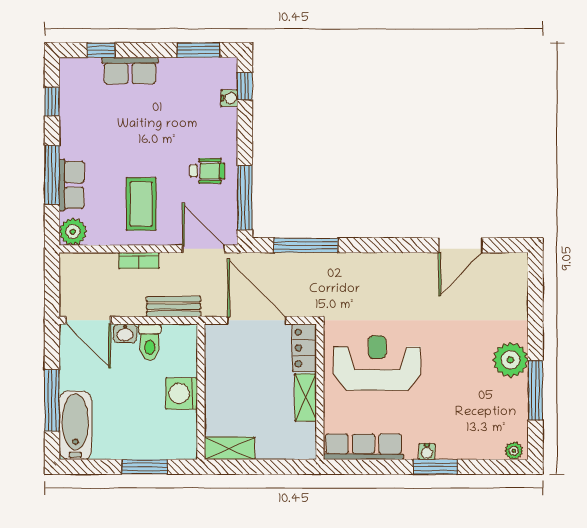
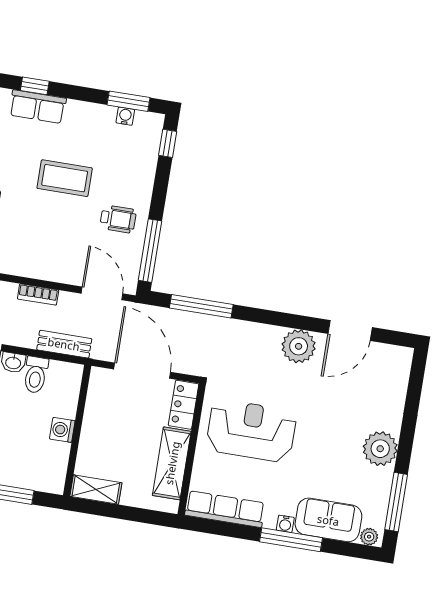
row of seats: (130, 71) -> (38, 107), moved
water cooler: (229, 98) -> (125, 116), moved, turned -90
coffee table: (141, 204) -> (65, 178), moved, turned 90
plant: (411, 270) -> (299, 346), added
window: (535, 390) -> (396, 502), moved
washing machine: (182, 394) -> (62, 430), width x0.73, depth x0.73
shelving: (306, 397) -> (172, 463), width x1.50, depth x1.33
sofa: (470, 441) -> (328, 520), added
window: (435, 467) -> (291, 540), width x1.44

